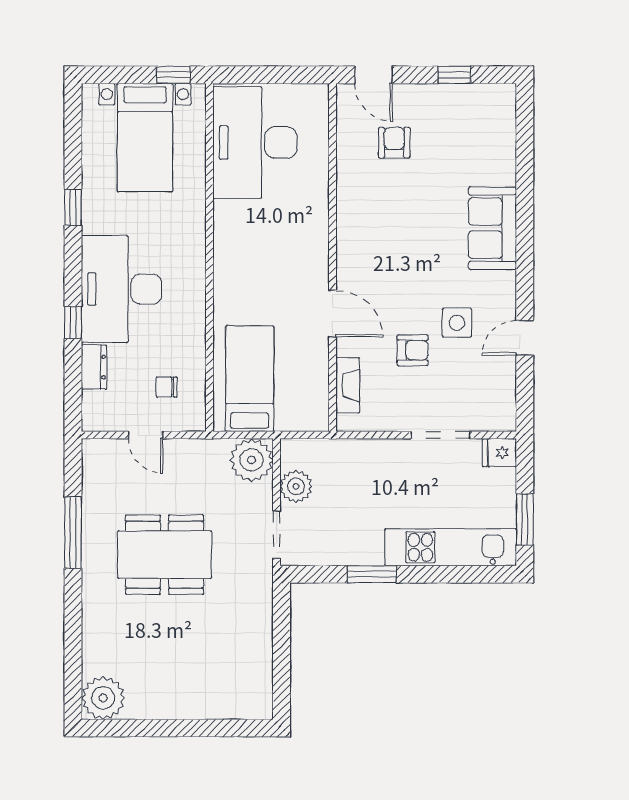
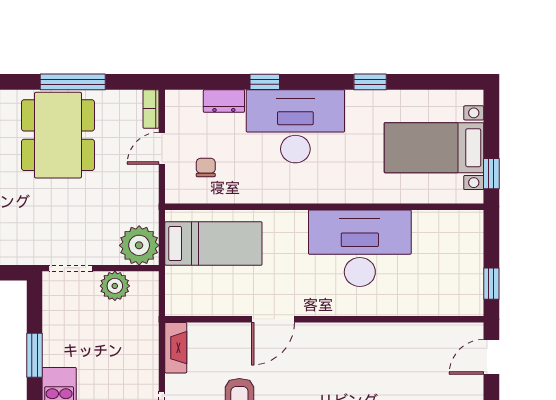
window: (294, 75) -> (491, 284), added
desk: (255, 143) -> (360, 248), moved
armchair: (394, 143) -> (429, 376), removed
fireplace: (348, 385) -> (176, 348), moved, turned -90
bookcase: (103, 447) -> (151, 109), added
dining table: (165, 555) -> (58, 135), moved

